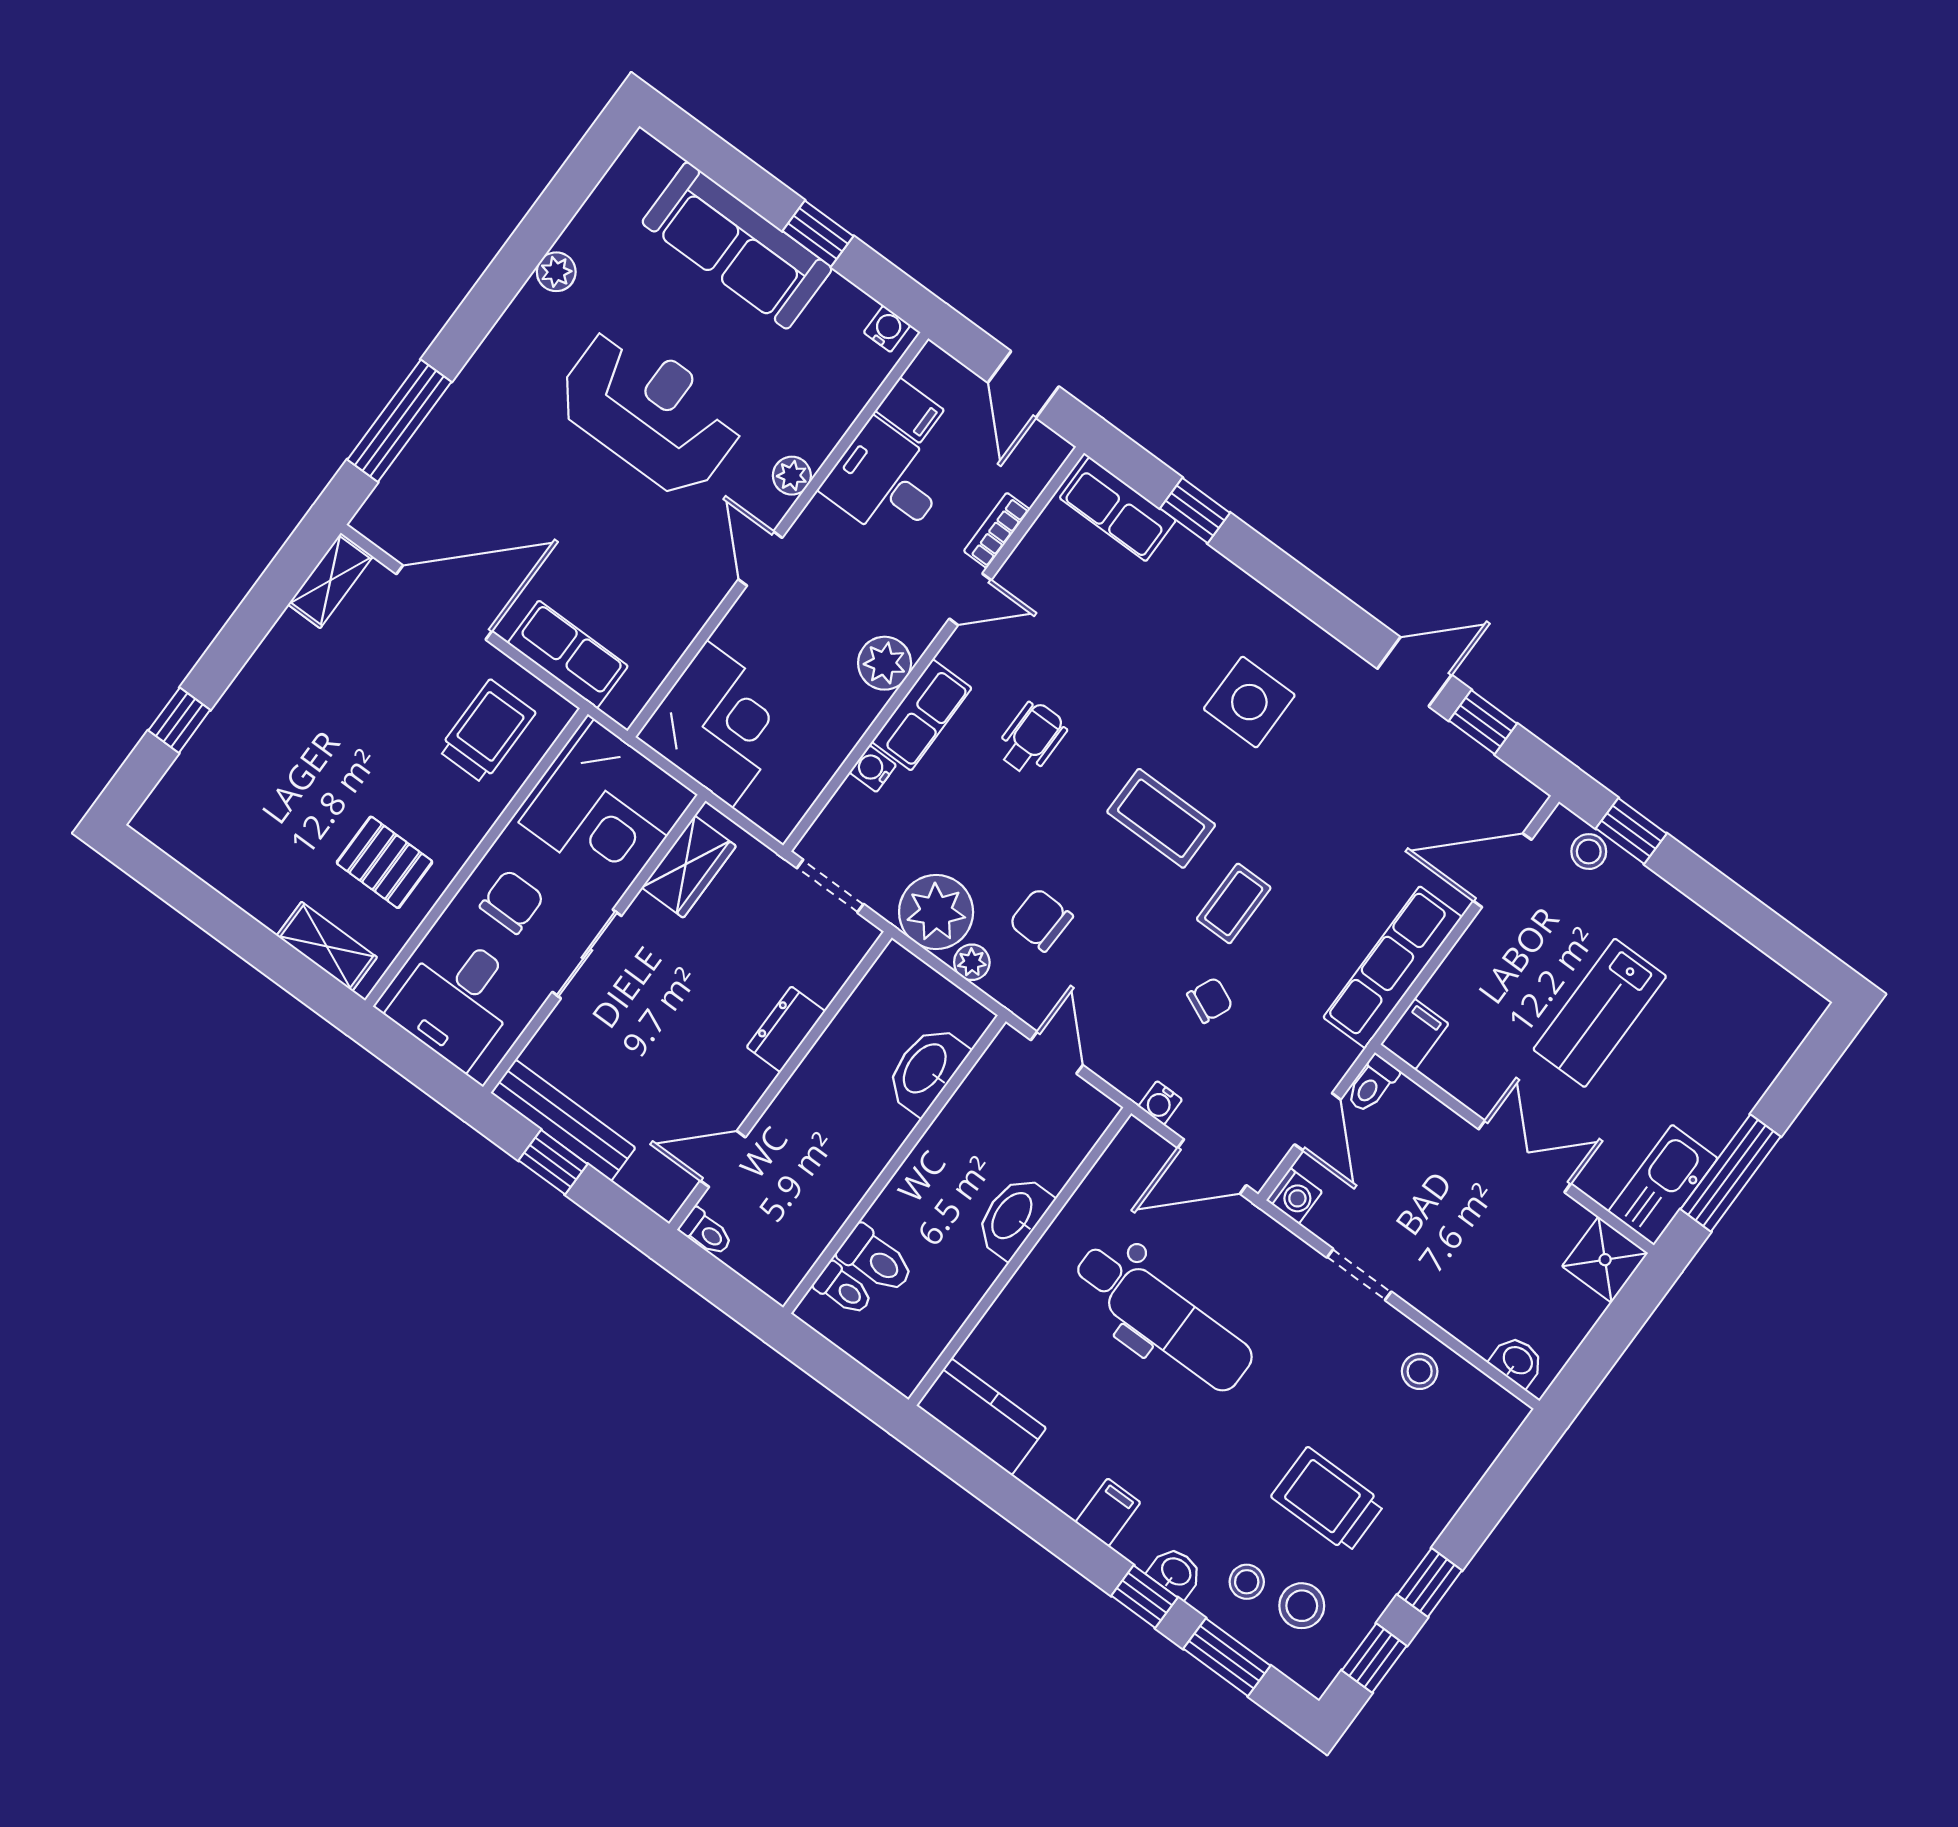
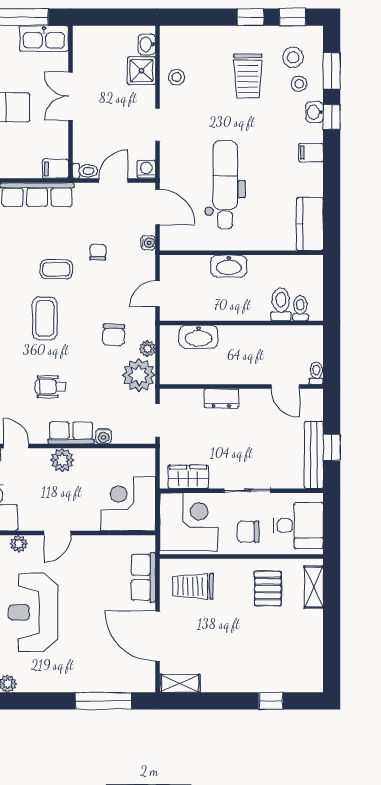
chair: (1210, 1000) -> (98, 252), turned 66
shower: (1605, 1260) -> (141, 71), moved

